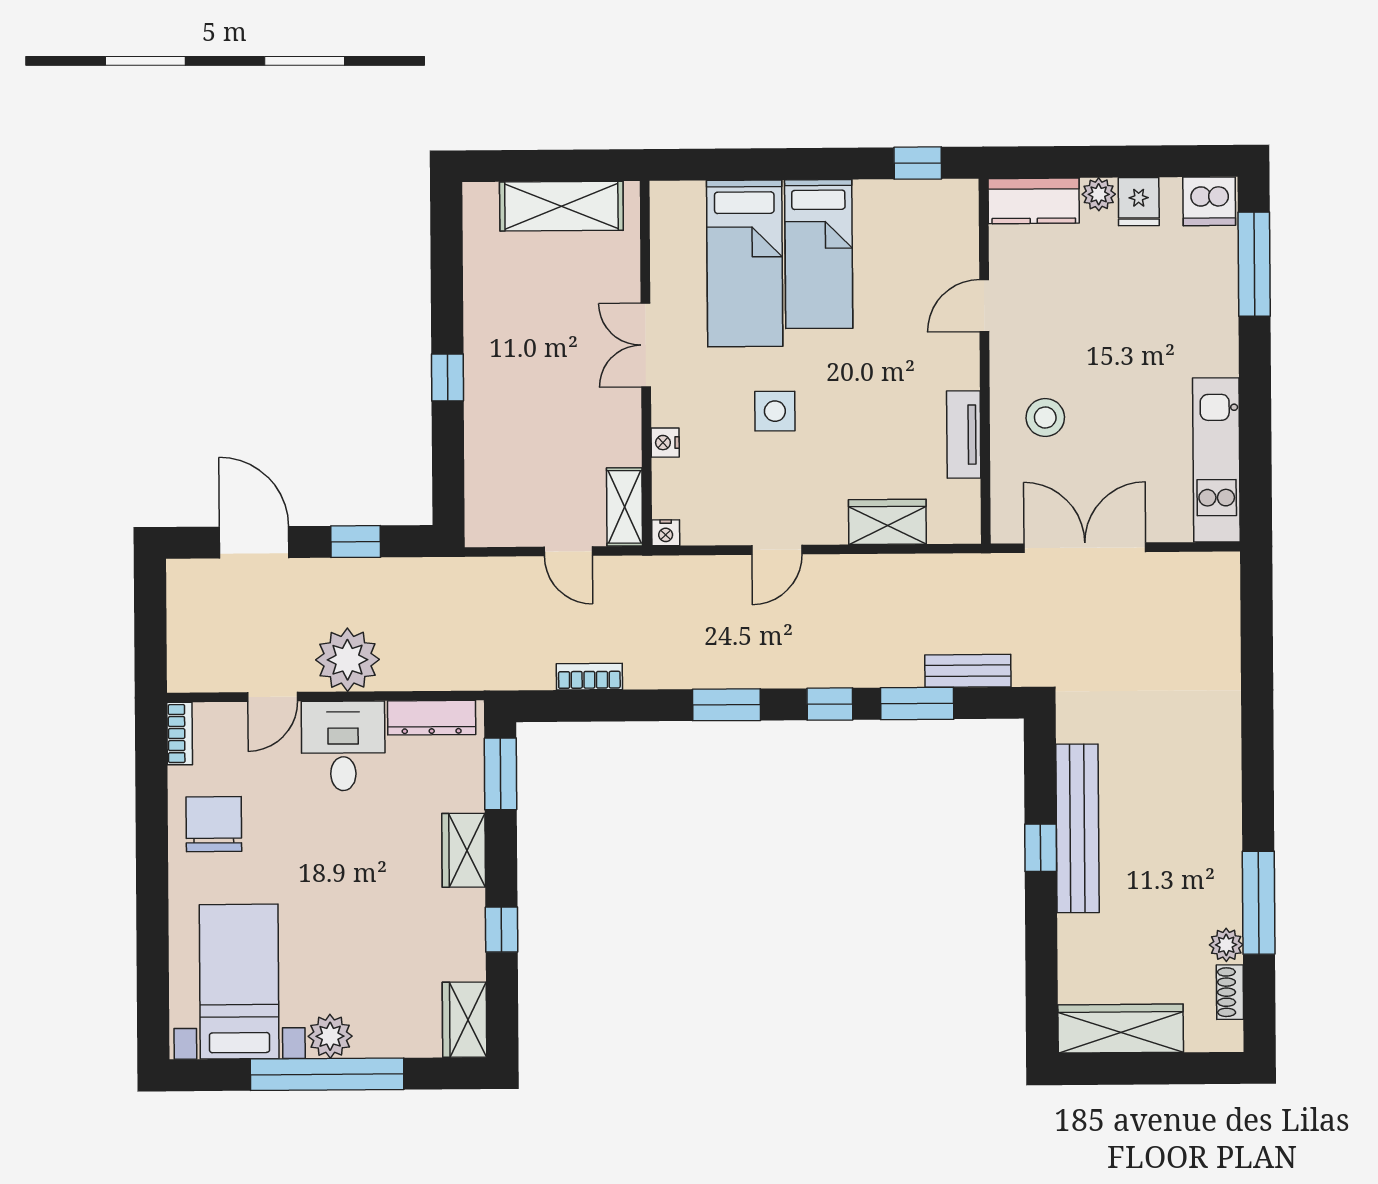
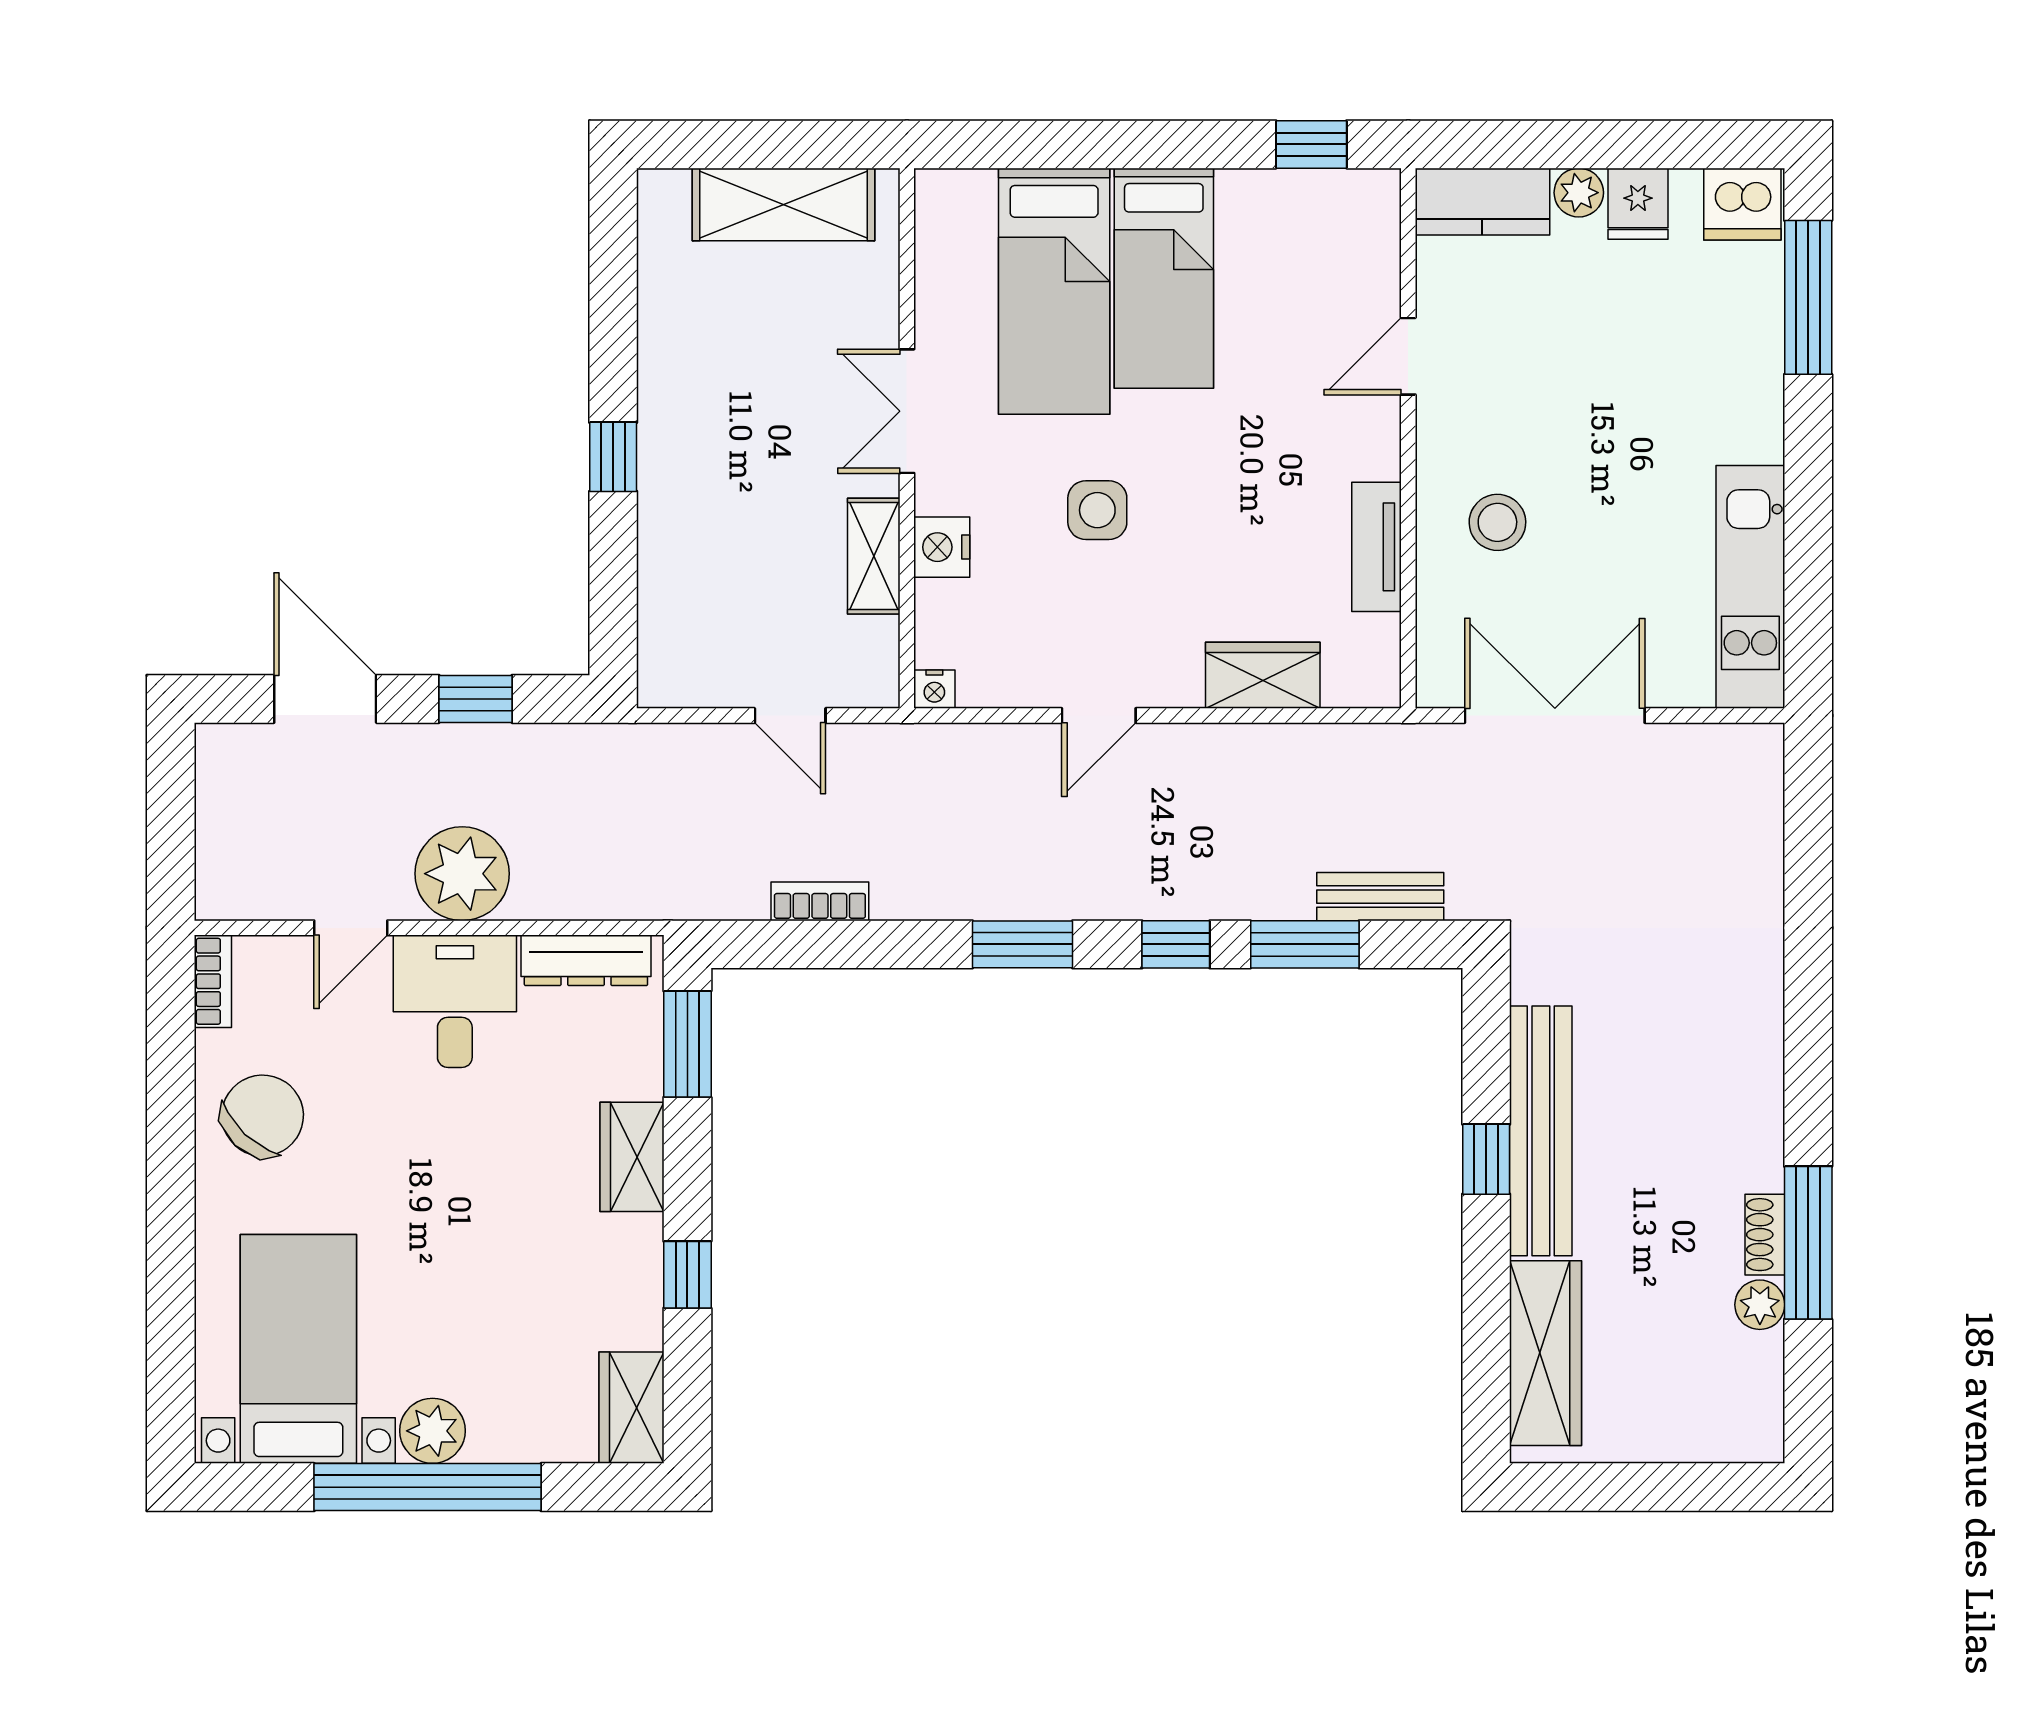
nightstand: (665, 443) -> (942, 547), width x1.39, depth x1.35
shelving: (624, 507) -> (874, 556), moved
chair: (214, 824) -> (263, 1116), turned 43
shoe rack: (1230, 992) -> (1765, 1235), moved
wardrobe: (1121, 1029) -> (1545, 1353), moved, turned 90

